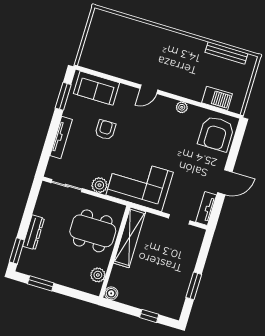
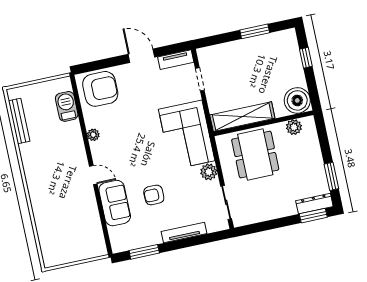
sofa: (97, 88) -> (115, 203), moved
dresser: (34, 232) -> (314, 204), moved
boiler: (111, 293) -> (297, 100), width x1.86, depth x1.86

